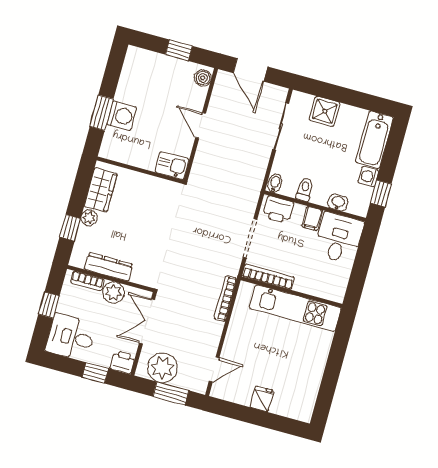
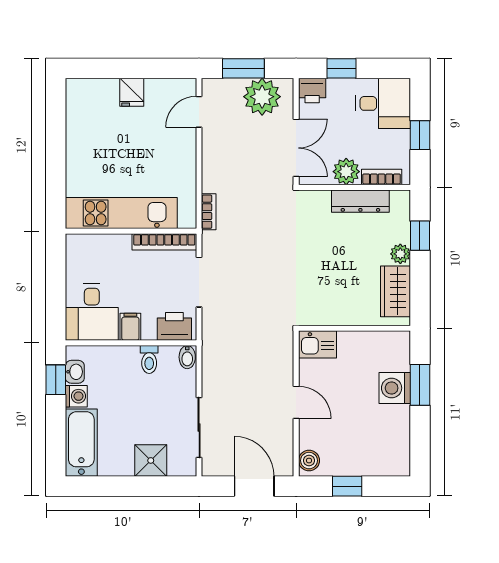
washbasin: (338, 203) -> (75, 372), moved, turned -90
bookcase: (226, 298) -> (209, 212), width x0.64

